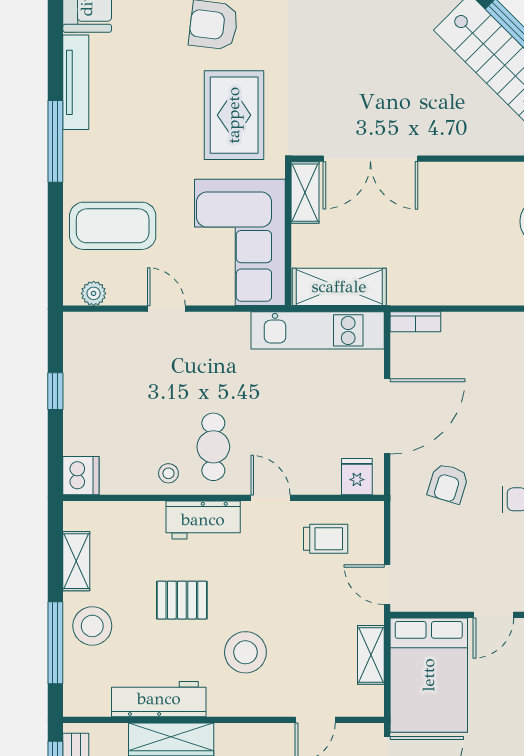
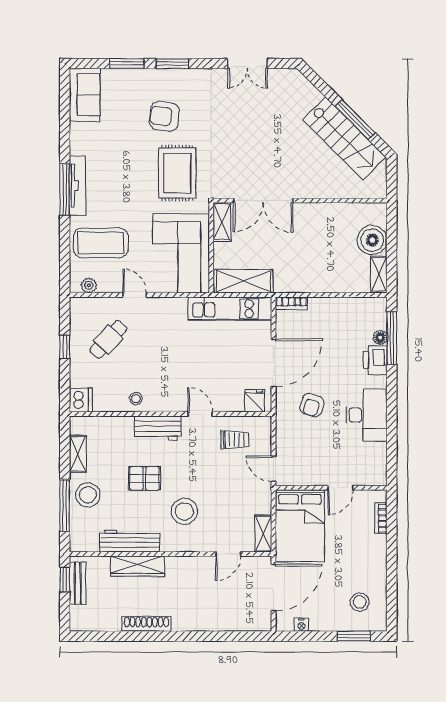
tv unit: (76, 82) -> (78, 186), moved
cafe table: (213, 447) -> (108, 339), moved, turned 43
shelving: (371, 655) -> (263, 533), moved

